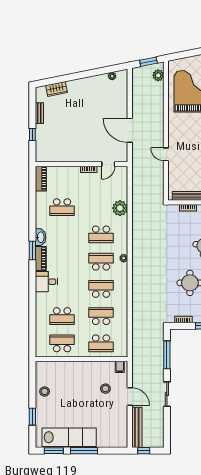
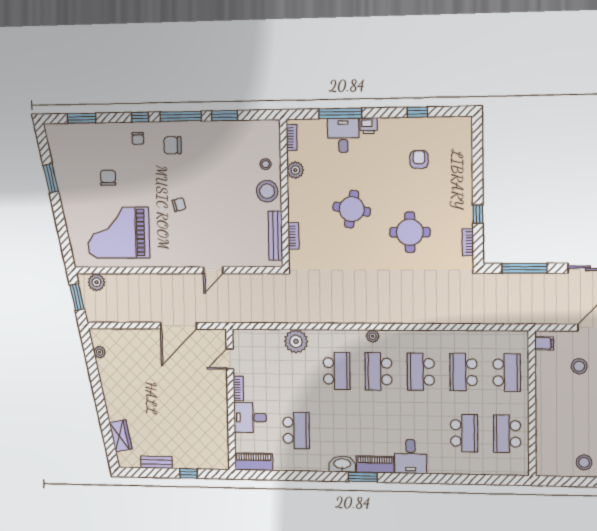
door: (108, 164) -> (230, 359), swing flipped
desk: (70, 177) -> (250, 417), added

